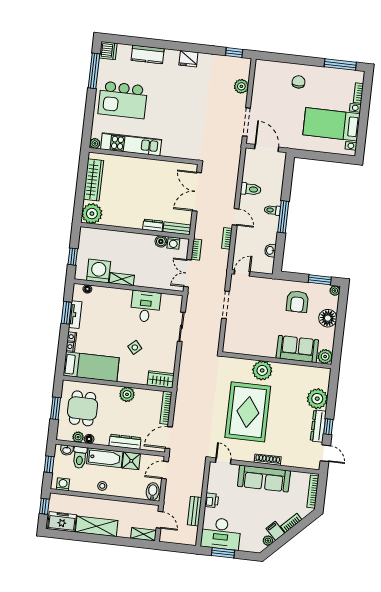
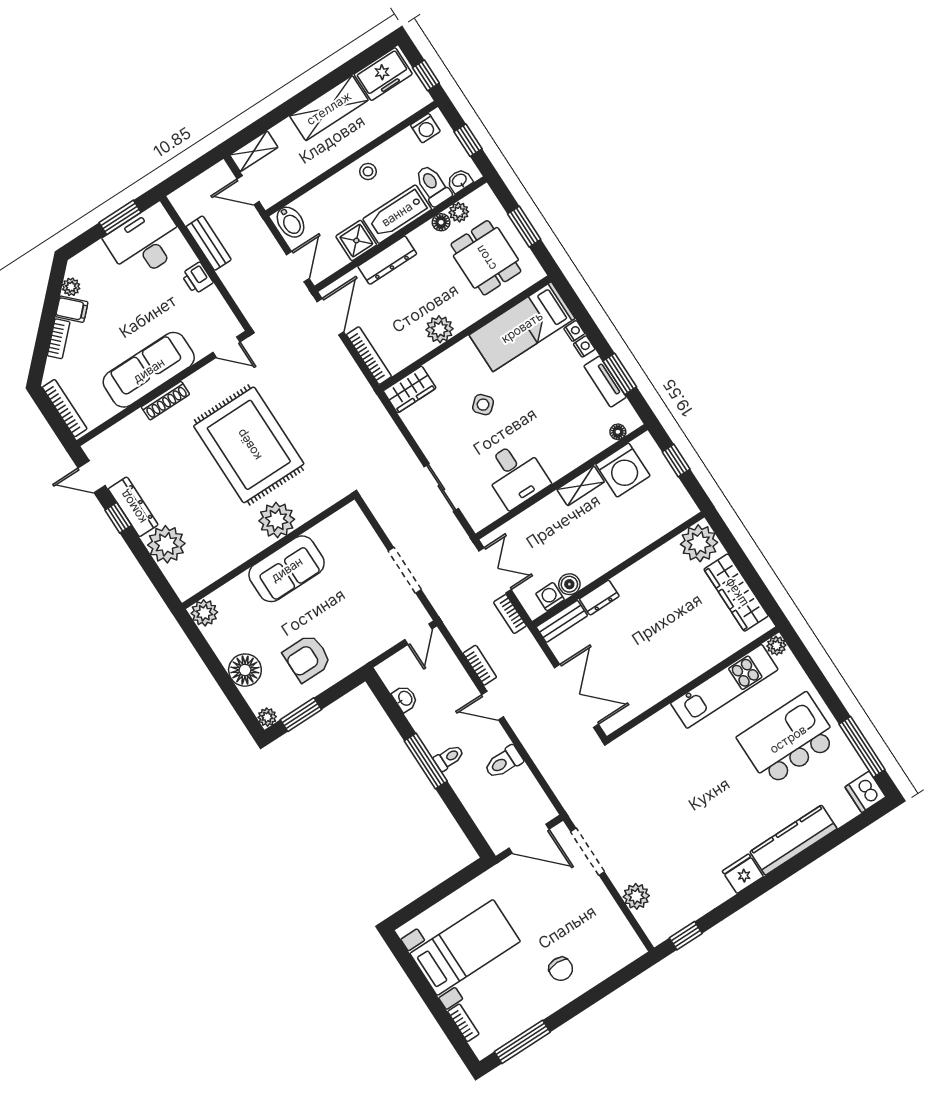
kitchen counter: (148, 54) -> (793, 840), width x1.50
armchair: (297, 302) -> (307, 658), turned -90
sofa: (297, 349) -> (287, 569), moved

